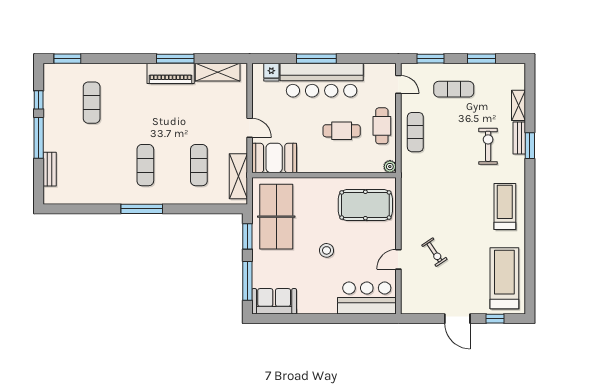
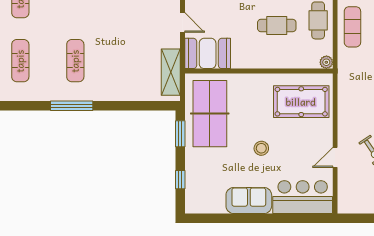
exercise mat: (199, 165) -> (20, 61), moved
window: (247, 281) -> (180, 180), width x0.46
sofa: (274, 301) -> (249, 200), moved

